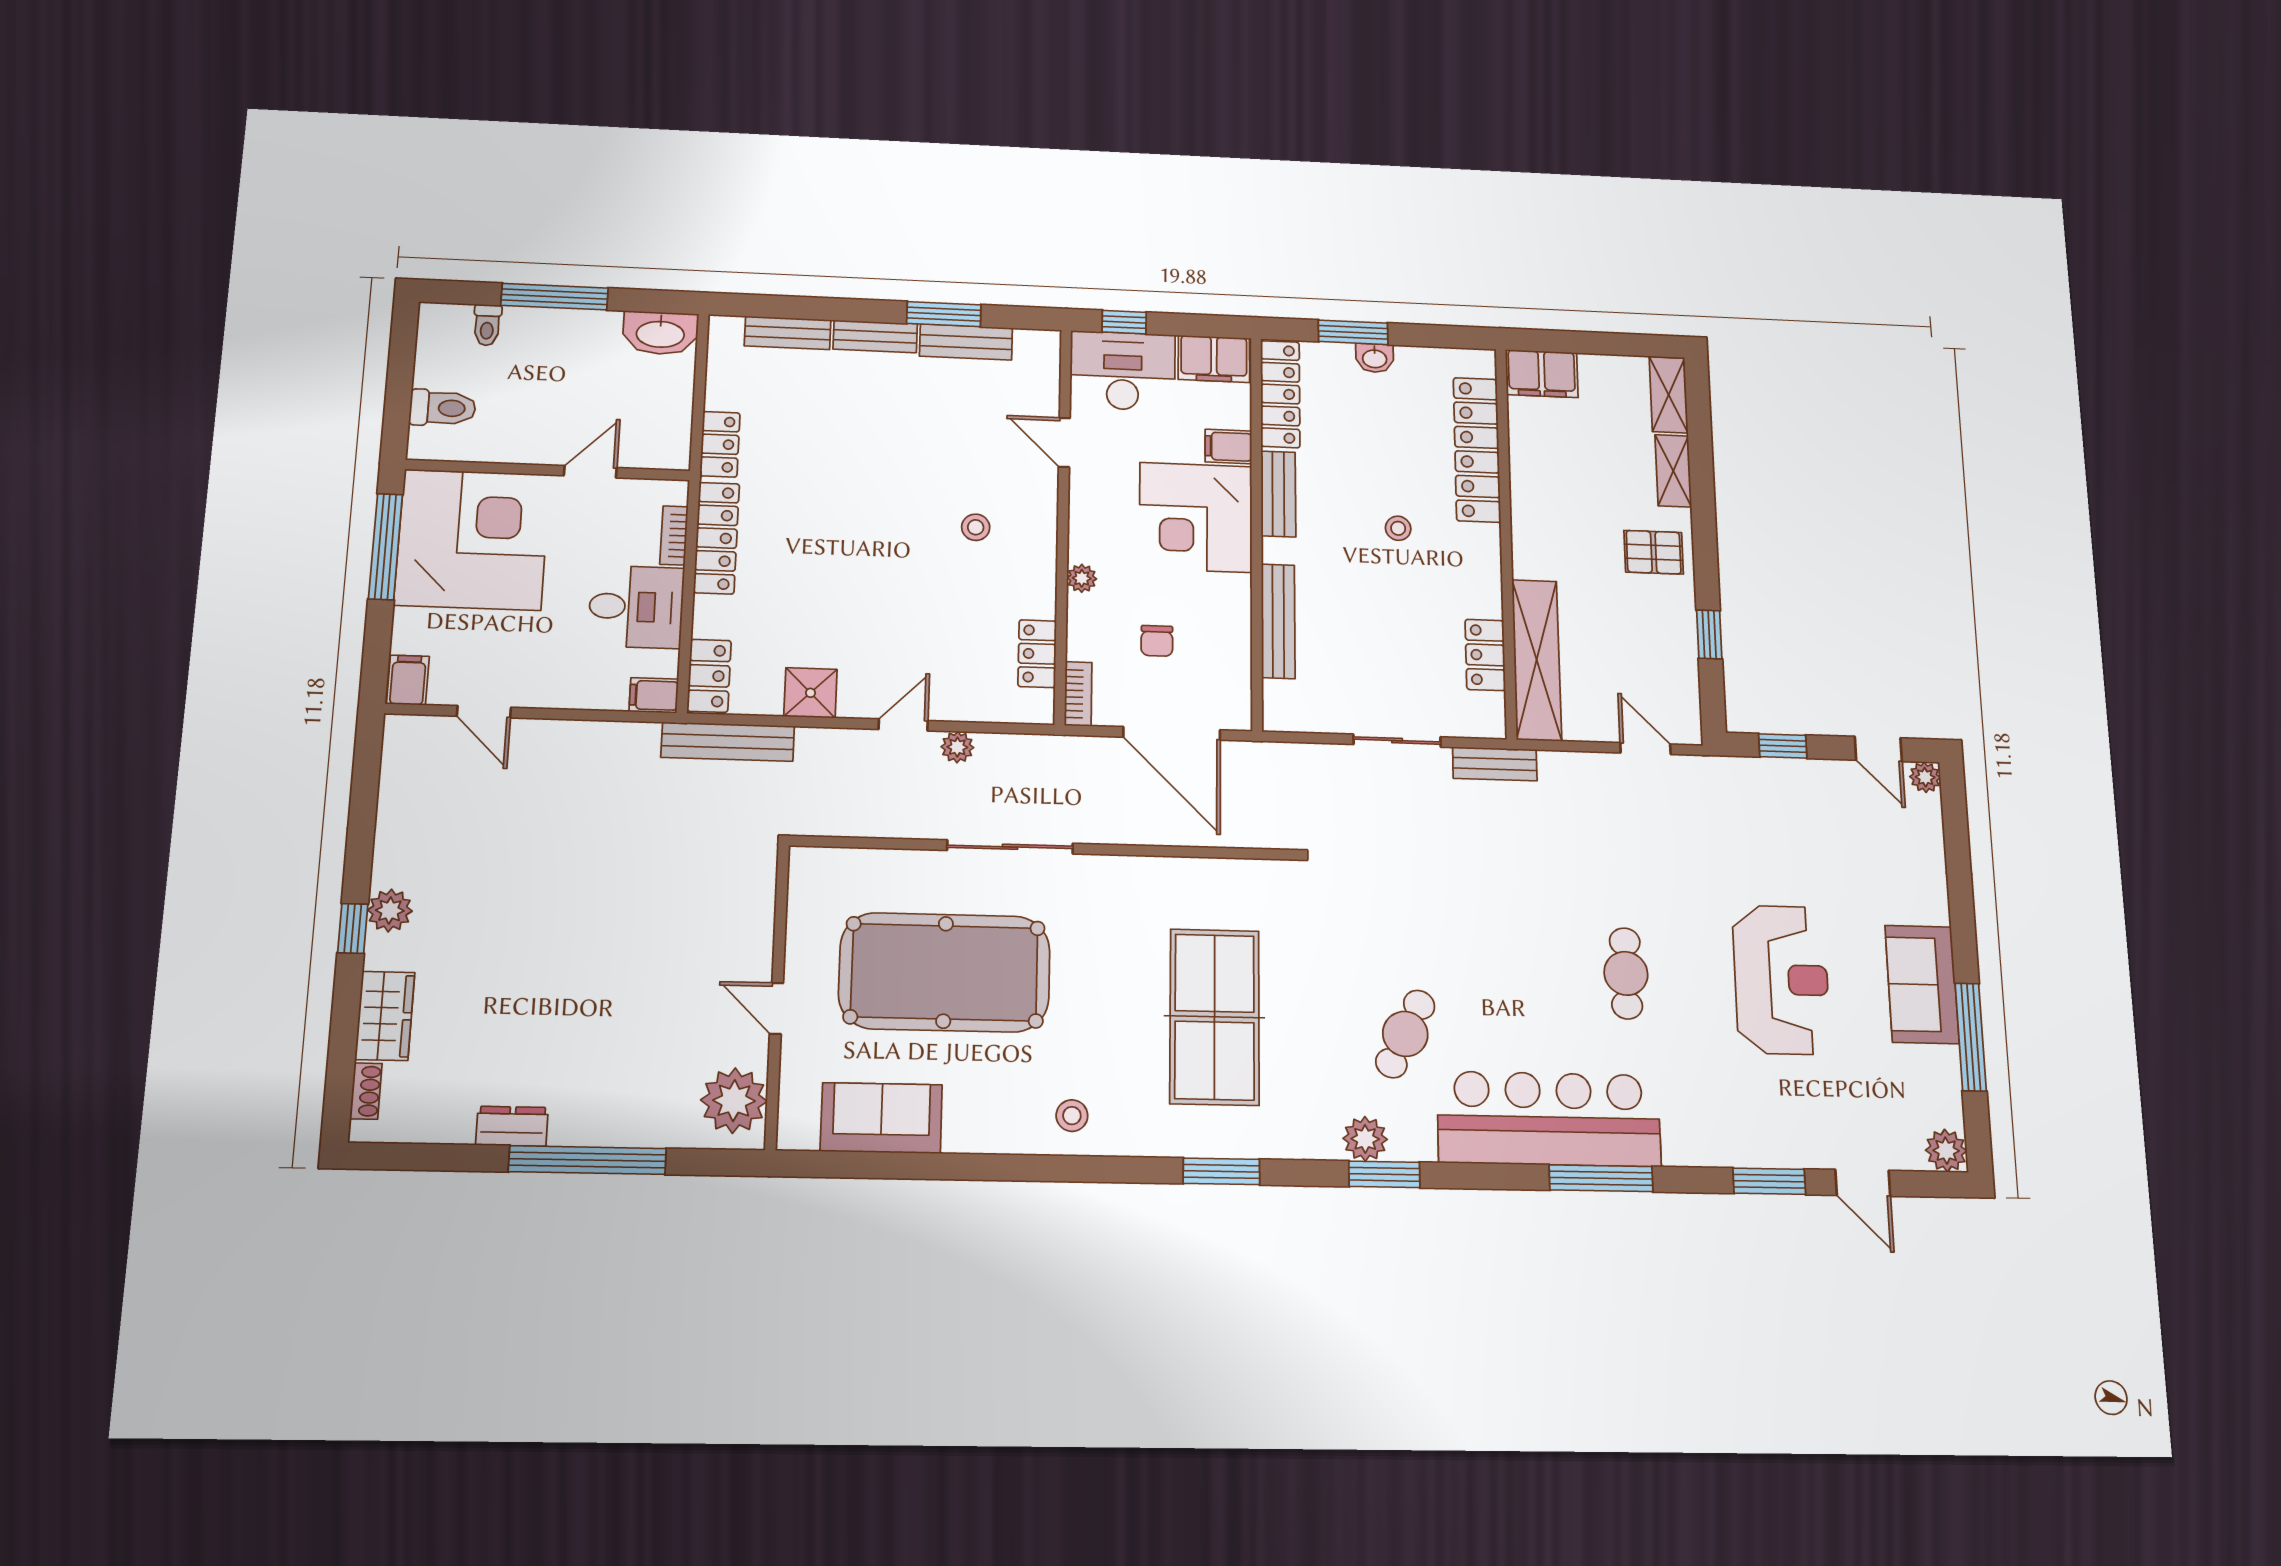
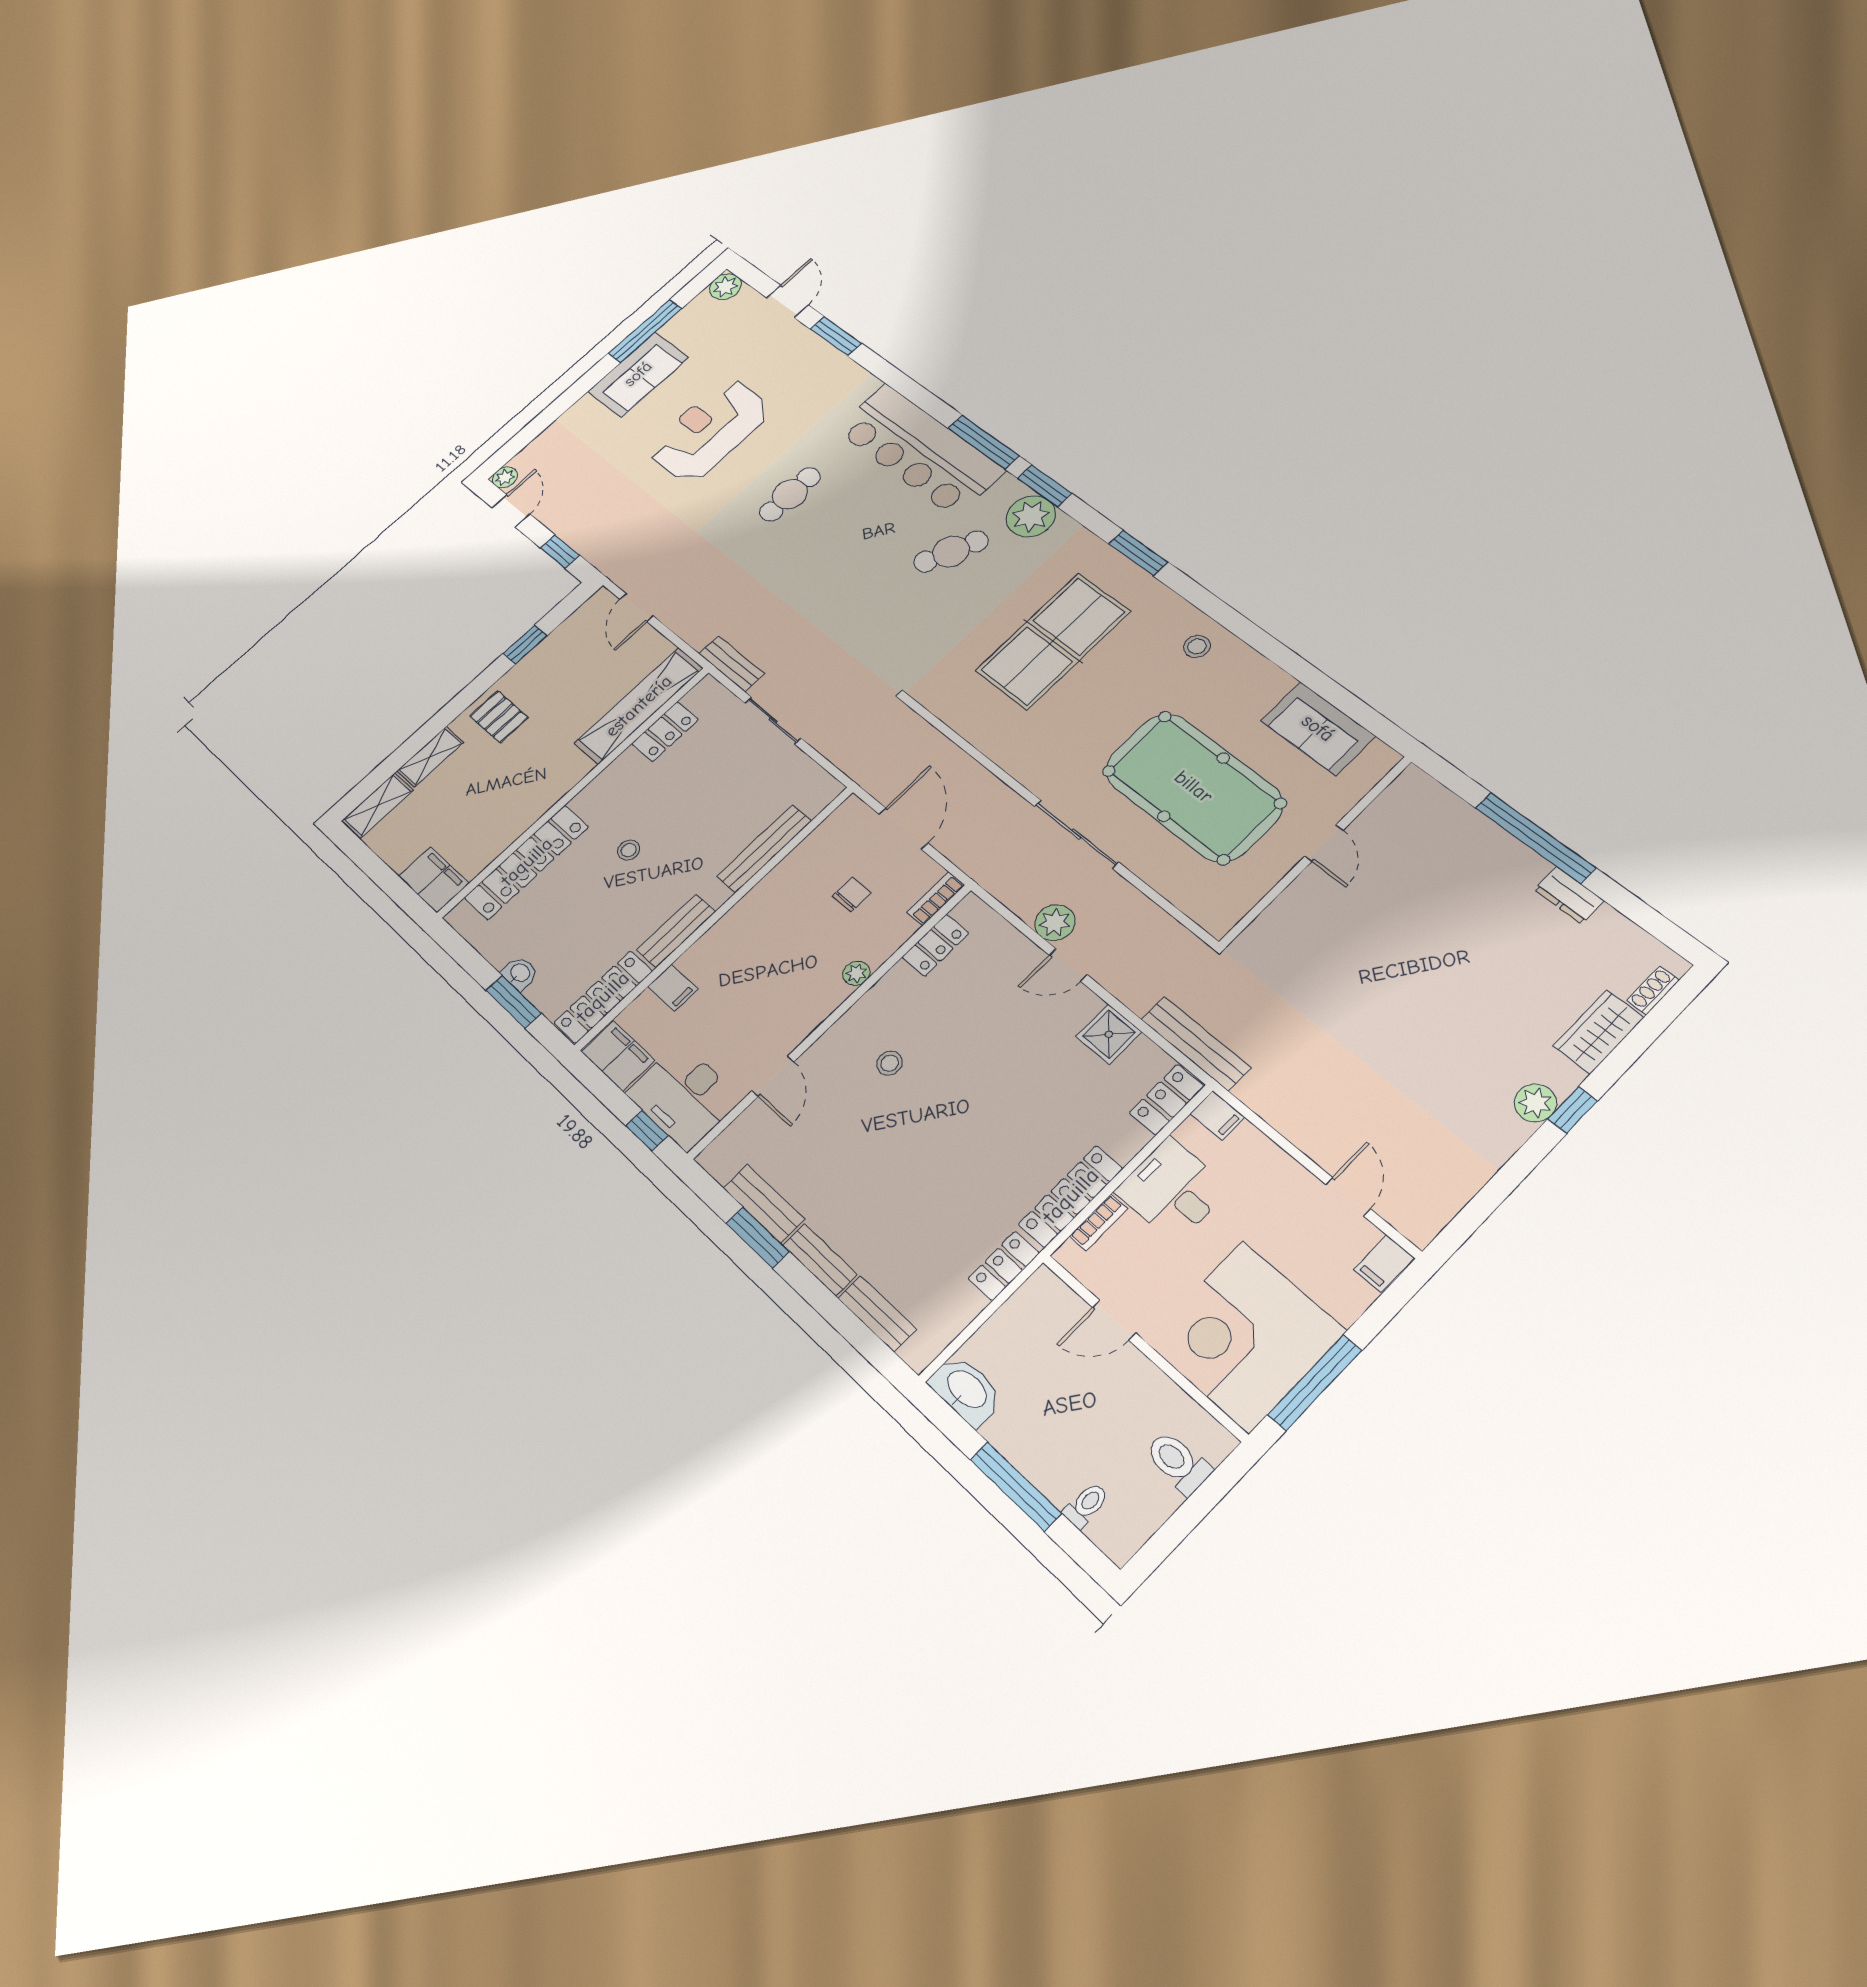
corner desk: (1196, 517) -> (743, 957), removed
door: (1172, 733) -> (903, 828), width x0.73
plant: (957, 747) -> (1055, 923), width x1.38, depth x1.38
plant: (734, 1101) -> (1404, 806), removed
plant: (1365, 1139) -> (1031, 516), width x1.36, depth x1.36
window: (1601, 1178) -> (983, 442), moved

